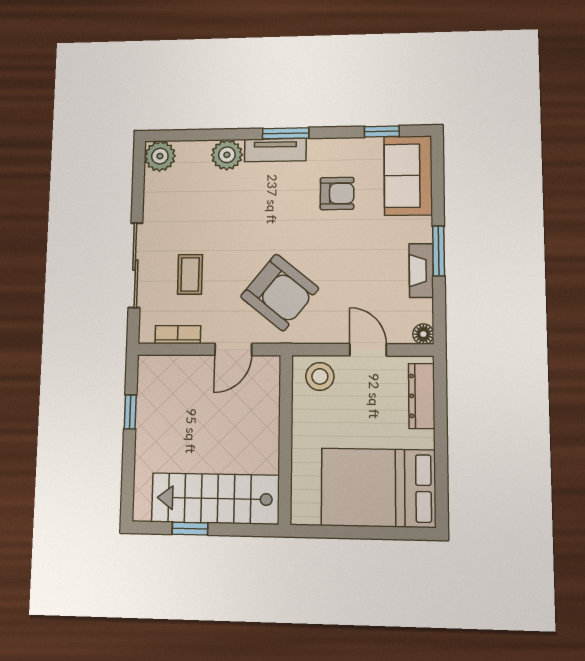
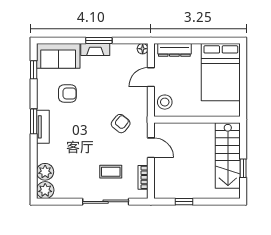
plant: (227, 155) -> (45, 172), moved
armchair: (337, 193) -> (67, 94), turned 90
fireplace: (421, 270) -> (95, 50), moved
armchair: (280, 292) -> (121, 124), width x0.53, depth x0.53

